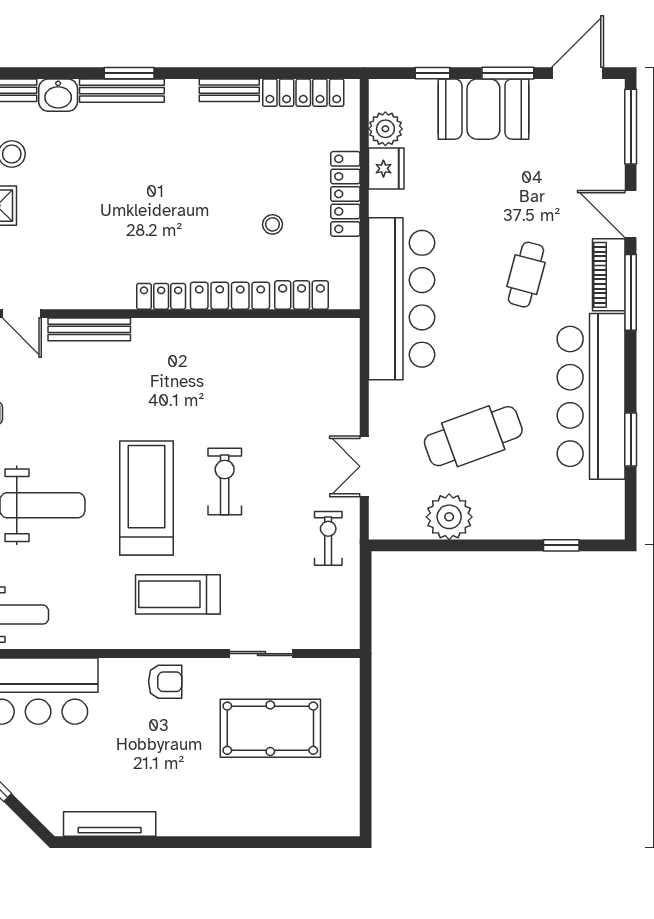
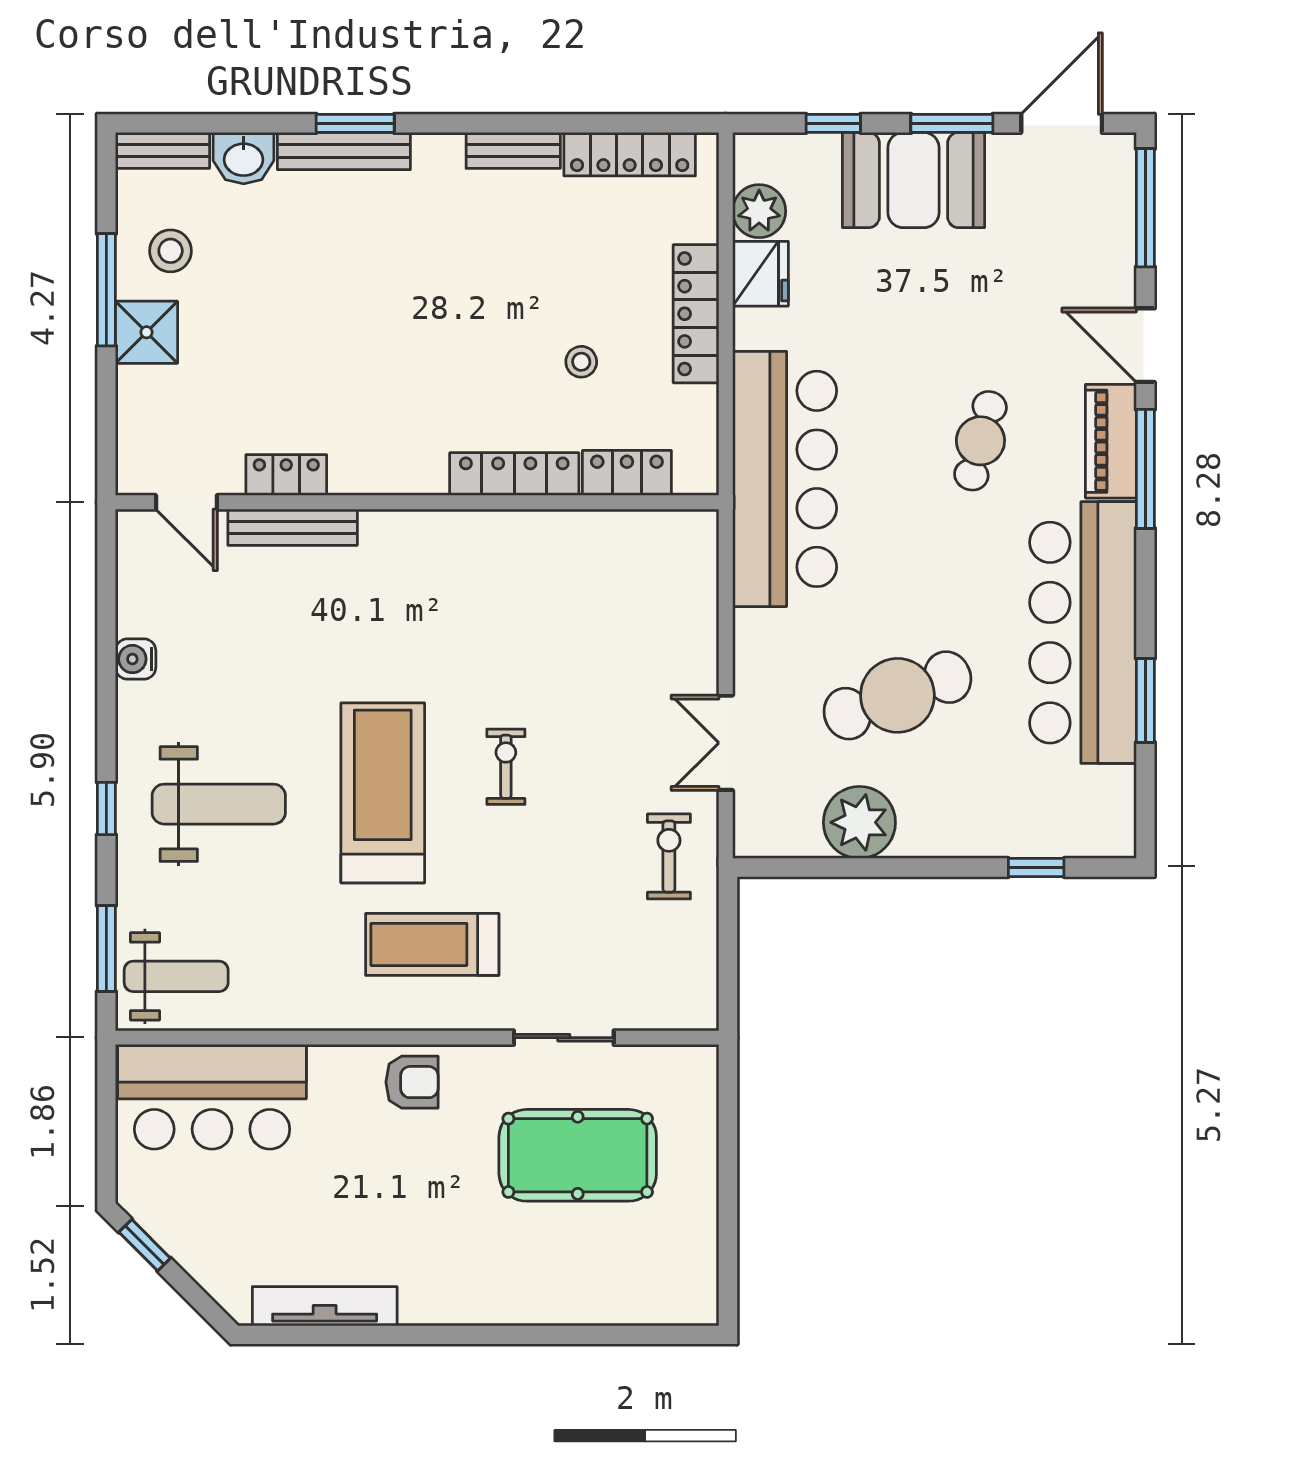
locker: (161, 296) -> (286, 475), moved
exercise bike: (225, 482) -> (506, 767), width x0.73, depth x0.72

